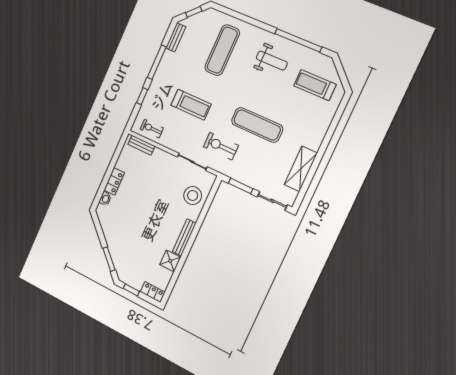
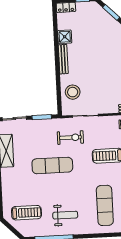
weight bench: (272, 61) -> (65, 215), turned 180

